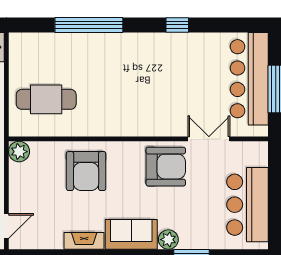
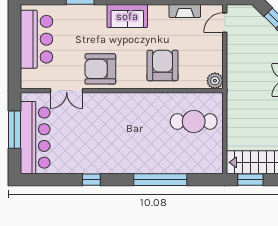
plant: (168, 240) -> (98, 12), removed
fireplace: (84, 241) -> (185, 11), moved

